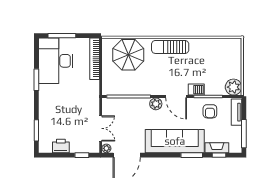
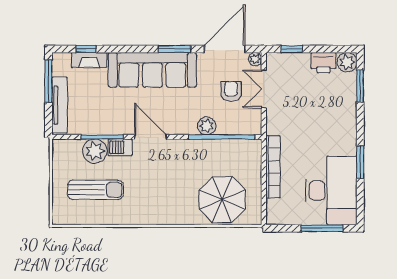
sun lounger: (170, 47) -> (95, 190), moved
bookcase: (95, 59) -> (273, 167), moved
plant: (234, 87) -> (95, 151), moved
plant: (156, 104) -> (207, 126), moved
armchair: (210, 111) -> (231, 92), moved
tv unit: (237, 112) -> (59, 105), width x1.41
plant: (45, 146) -> (347, 62), added
window: (192, 155) -> (174, 49), moved

